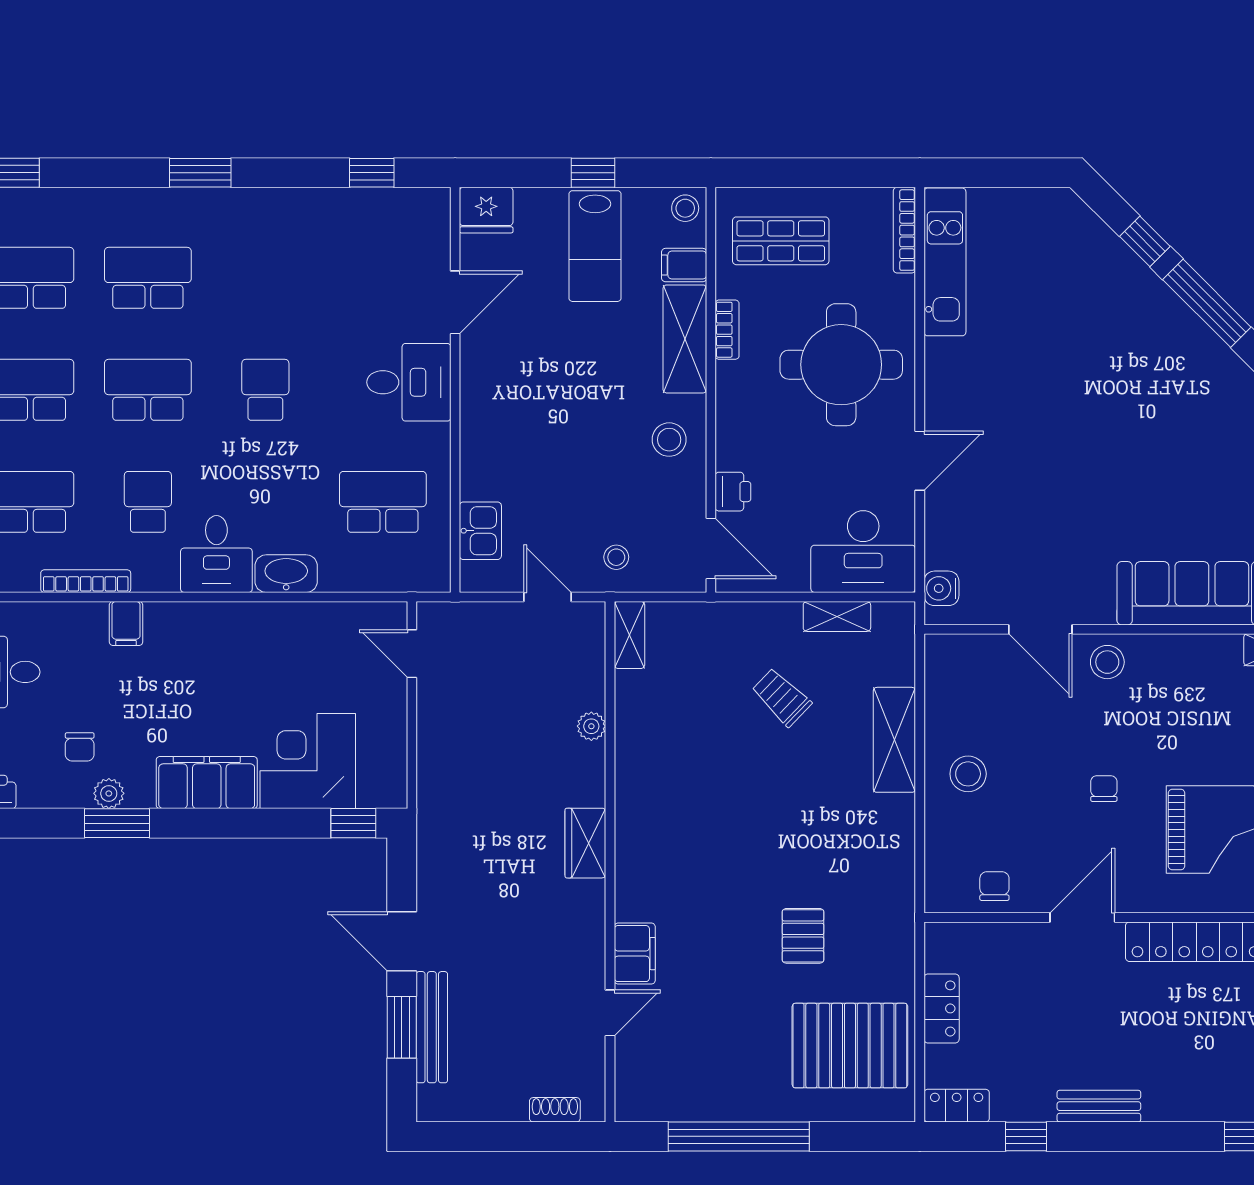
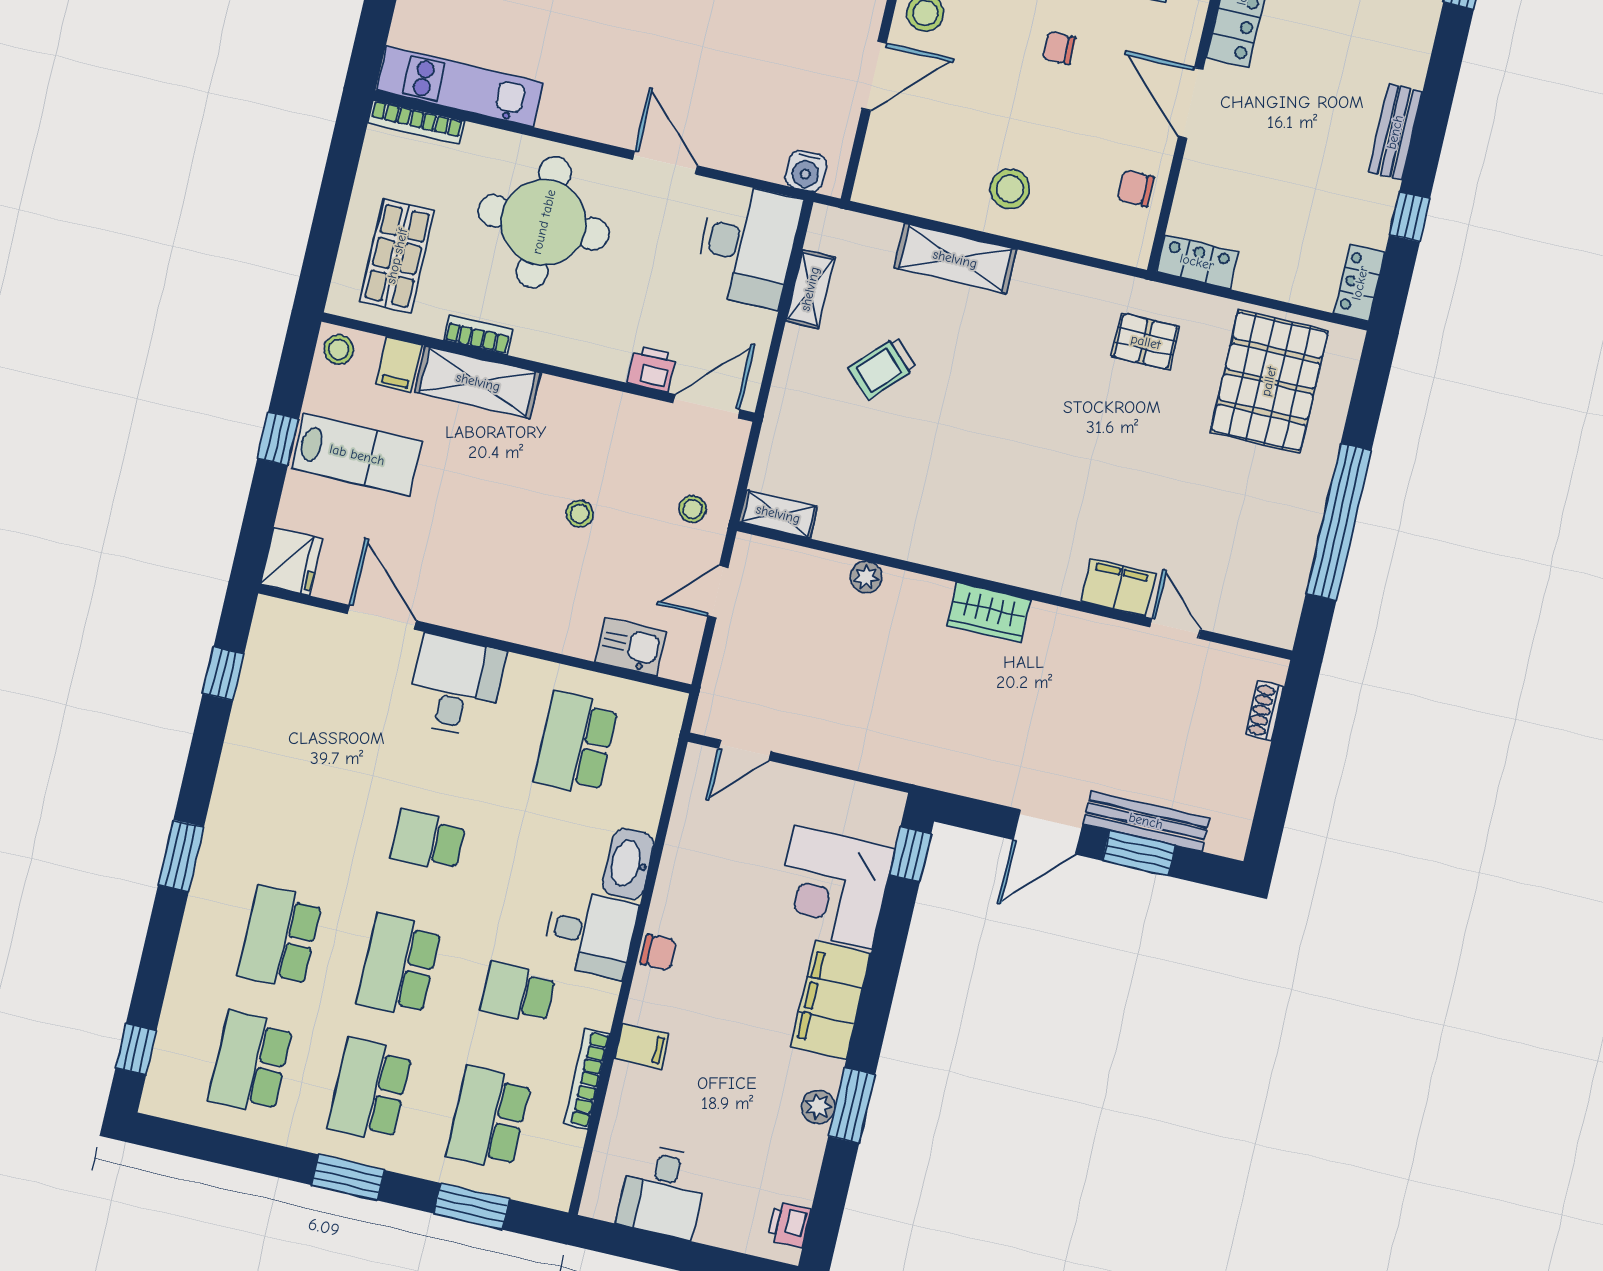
stool: (669, 440) -> (580, 514), moved, width x0.73, depth x0.73
chair: (80, 747) -> (659, 953), moved
pallet: (803, 936) -> (1146, 342), moved
locker: (942, 1008) -> (1197, 262), moved

